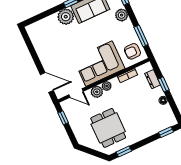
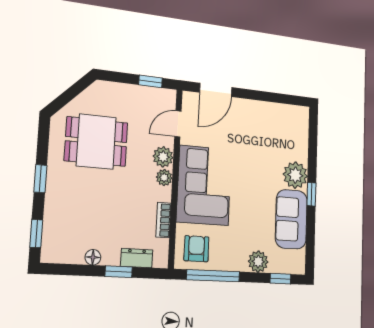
window: (141, 36) -> (213, 276), width x1.44
window: (124, 151) -> (40, 179), moved

